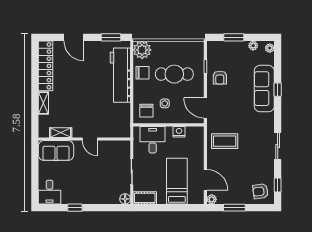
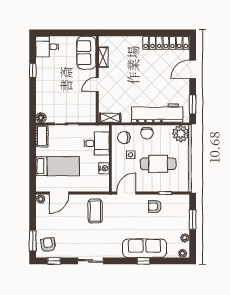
chair: (142, 73) -> (147, 133), moved
cafe table: (174, 74) -> (158, 164), turned 90
shelving: (43, 103) -> (110, 118), moved
window: (234, 208) -> (33, 241), moved

